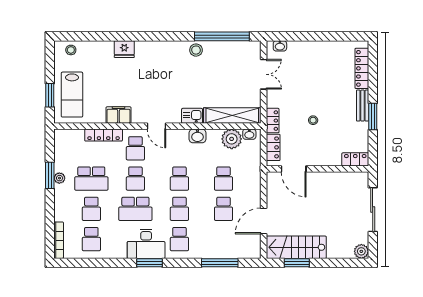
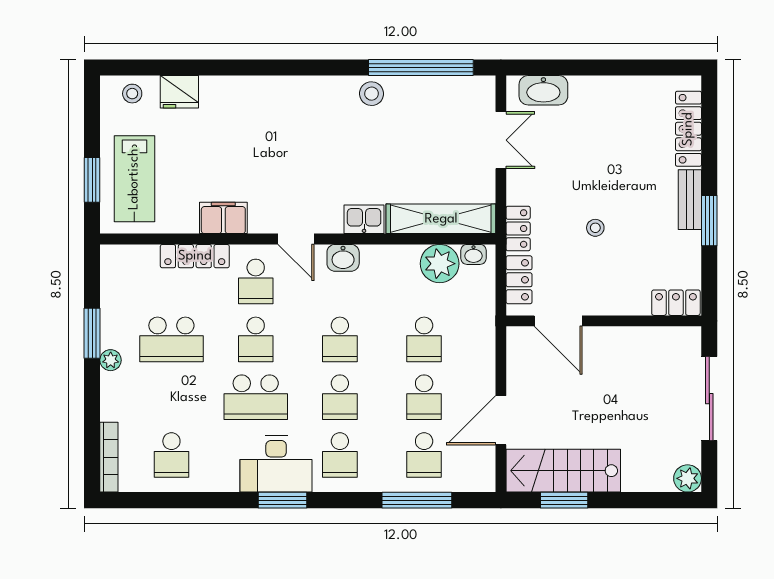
washbasin: (280, 46) -> (543, 90), width x1.91, depth x1.45
fridge: (124, 49) -> (179, 92), moved
washbasin: (197, 136) -> (343, 258), moved
plant: (59, 178) -> (111, 360), moved
school desk: (91, 209) -> (424, 455), moved

